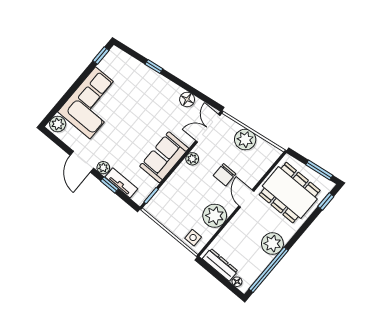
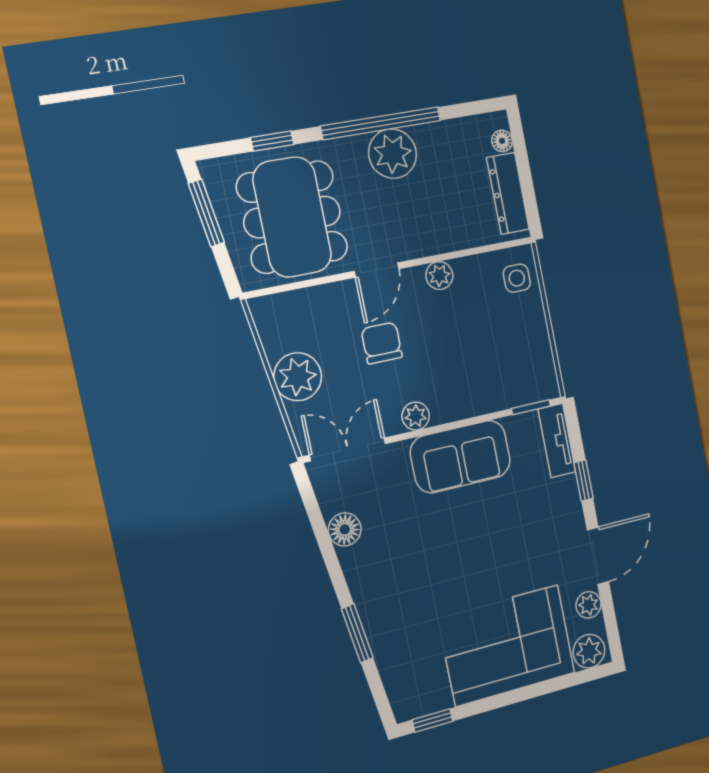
window: (154, 67) -> (357, 633), width x1.50
double door: (208, 128) -> (348, 449), swing flipped
plant: (103, 168) -> (589, 605), moved
chair: (225, 175) -> (382, 343), turned -90
tv unit: (121, 183) -> (557, 441), moved
window: (326, 201) -> (272, 141), moved
plant: (215, 216) -> (439, 276), width x0.53, depth x0.53
window: (269, 270) -> (381, 123), moved

